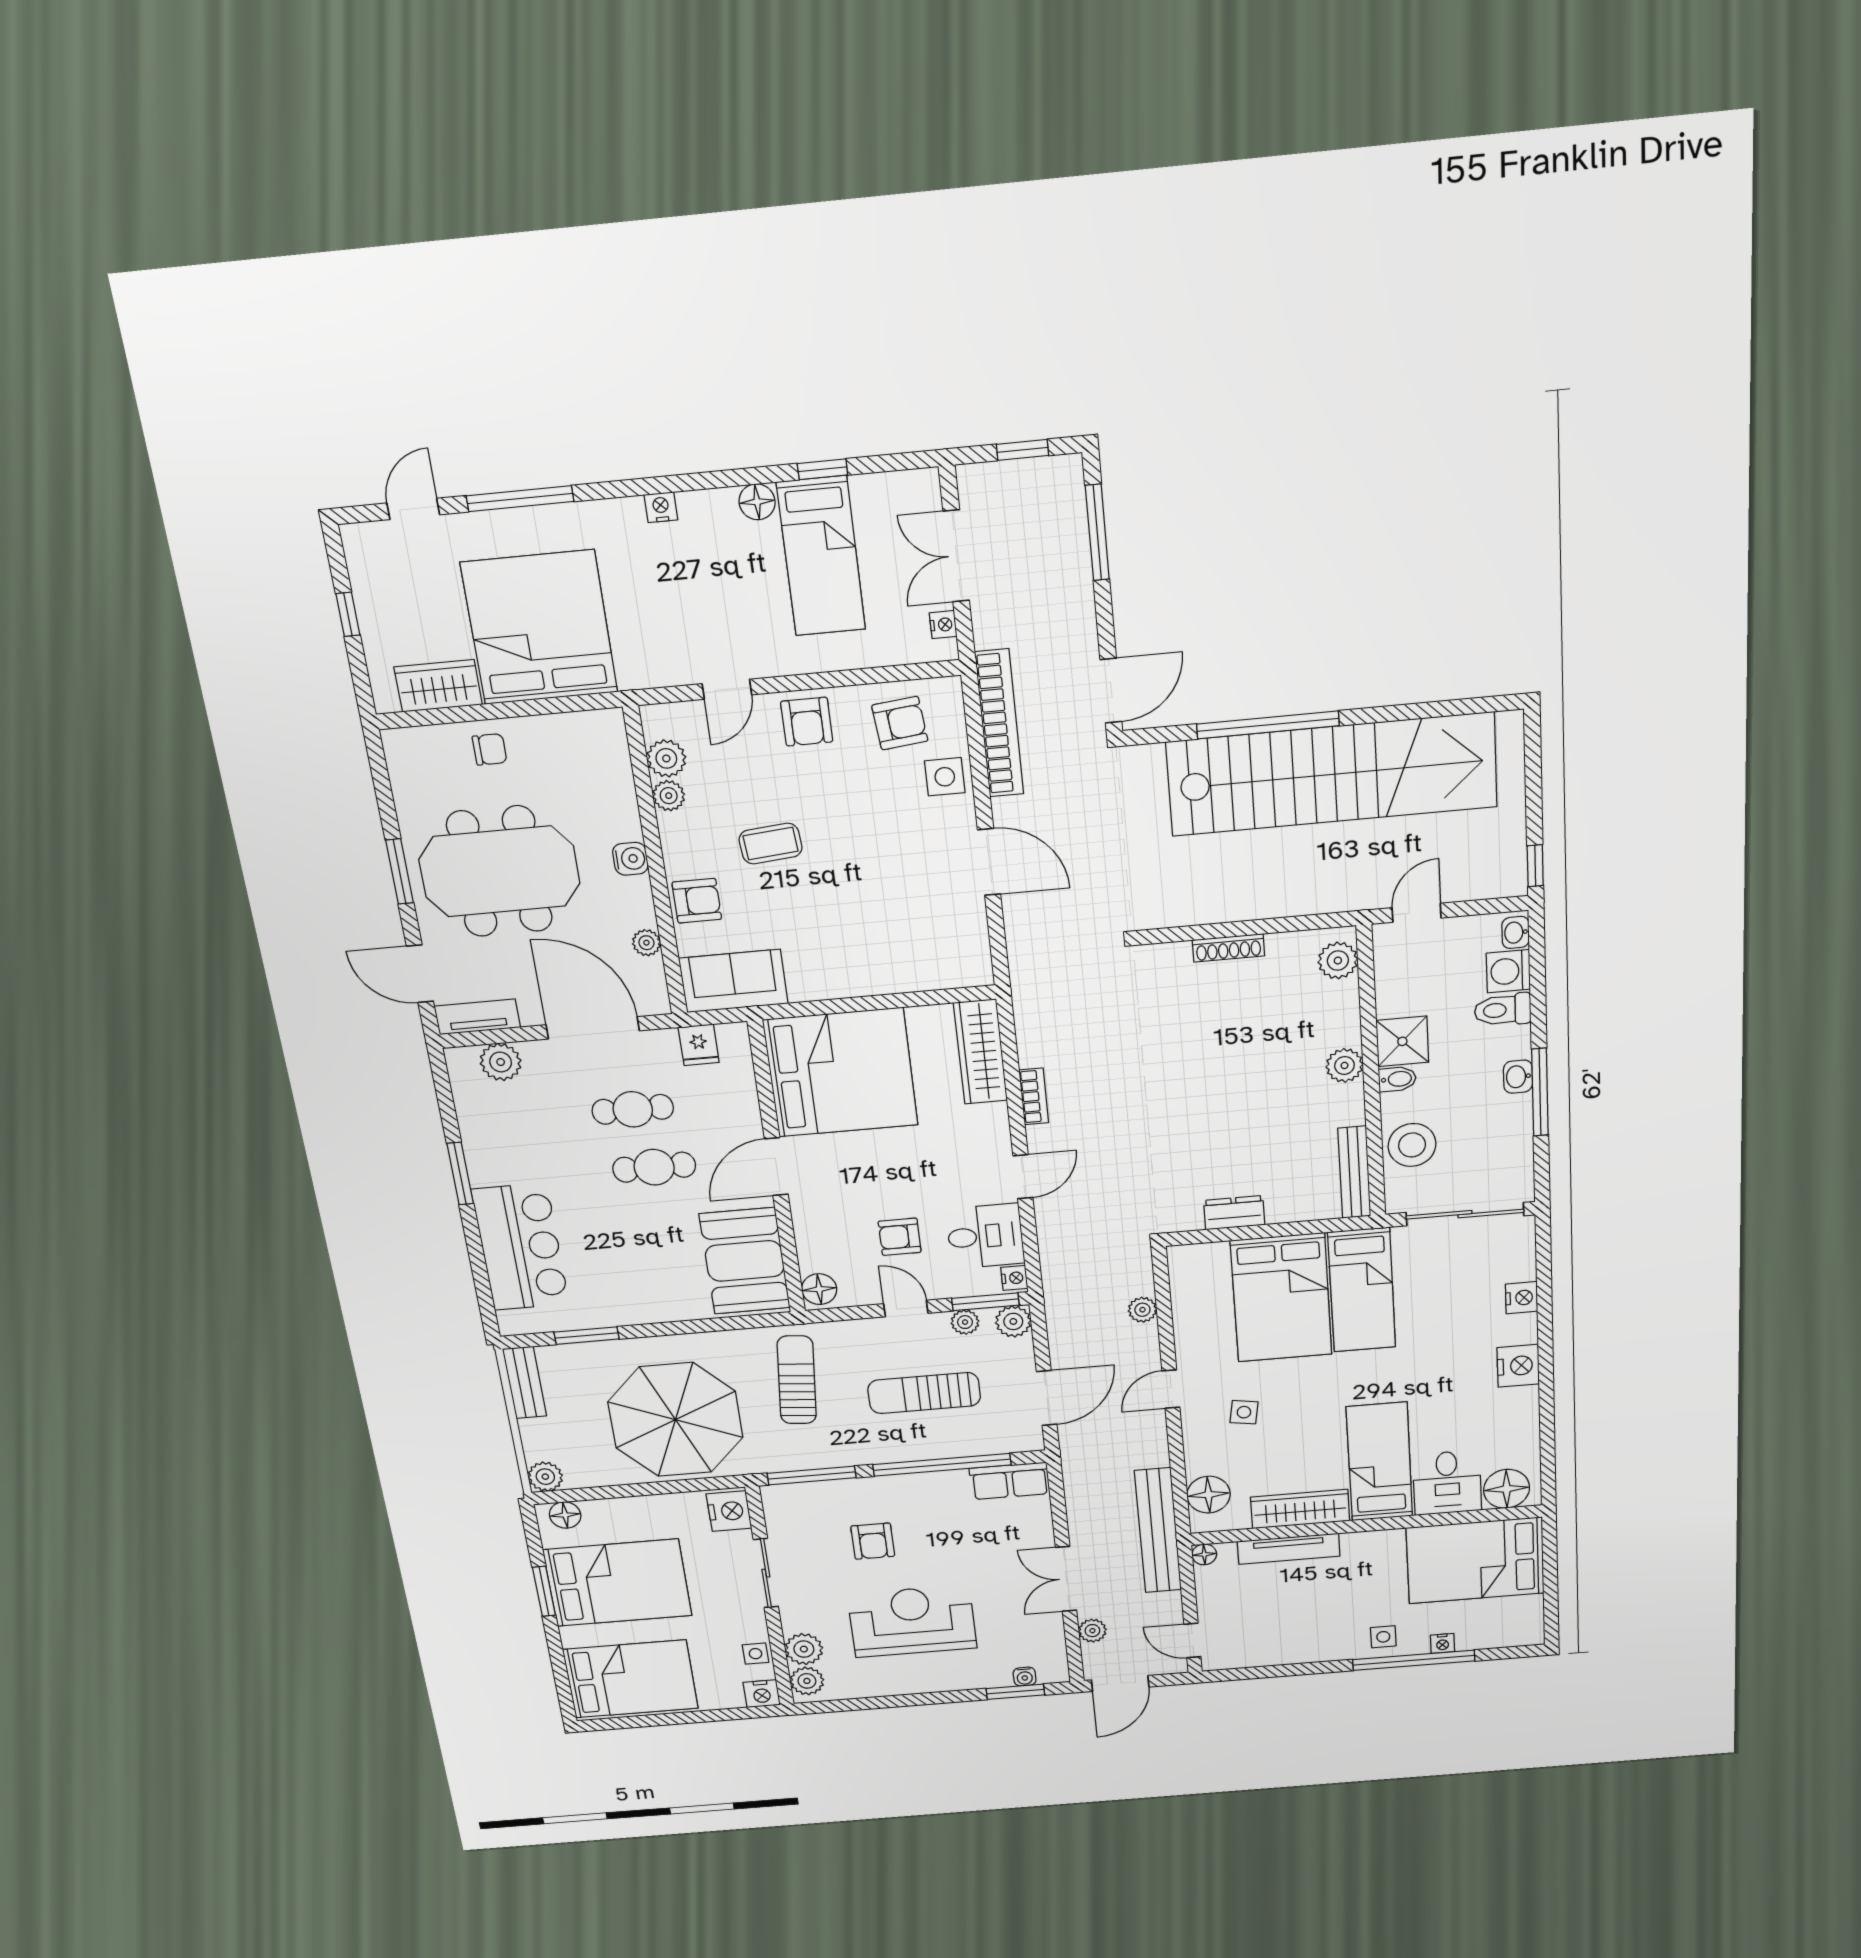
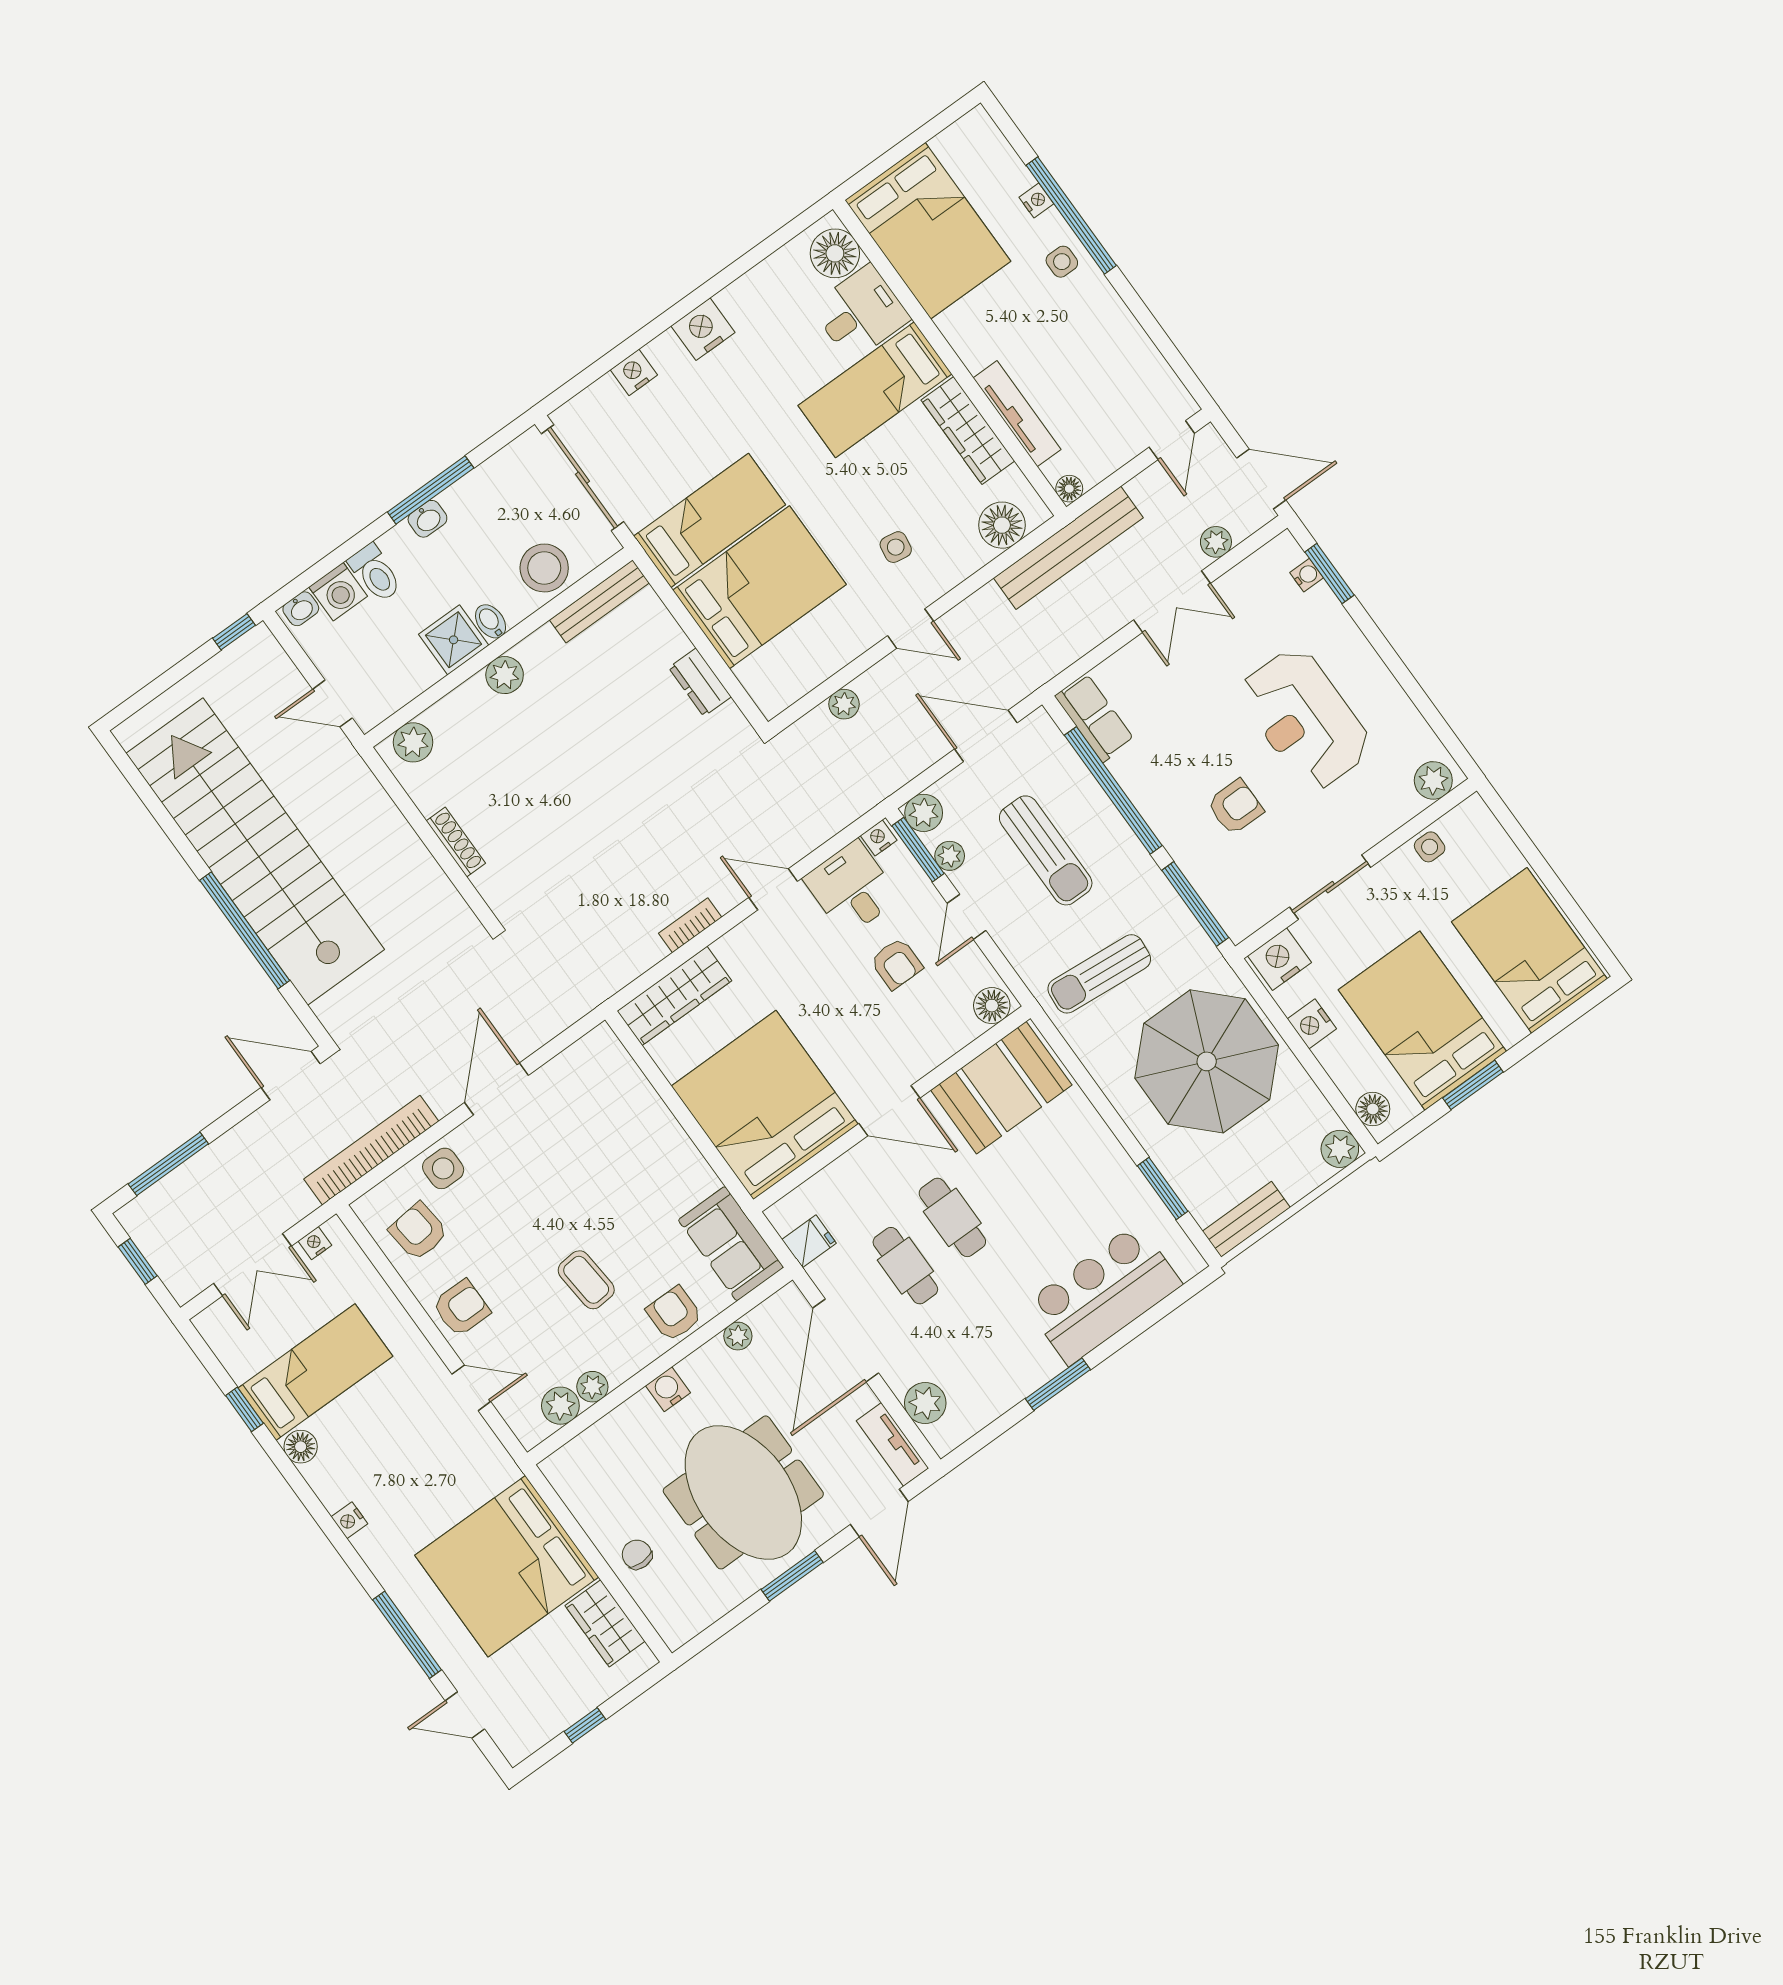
plant: (804, 1649) -> (1397, 804), removed
nightstand: (762, 1694) -> (1312, 1024), moved, turned 180

